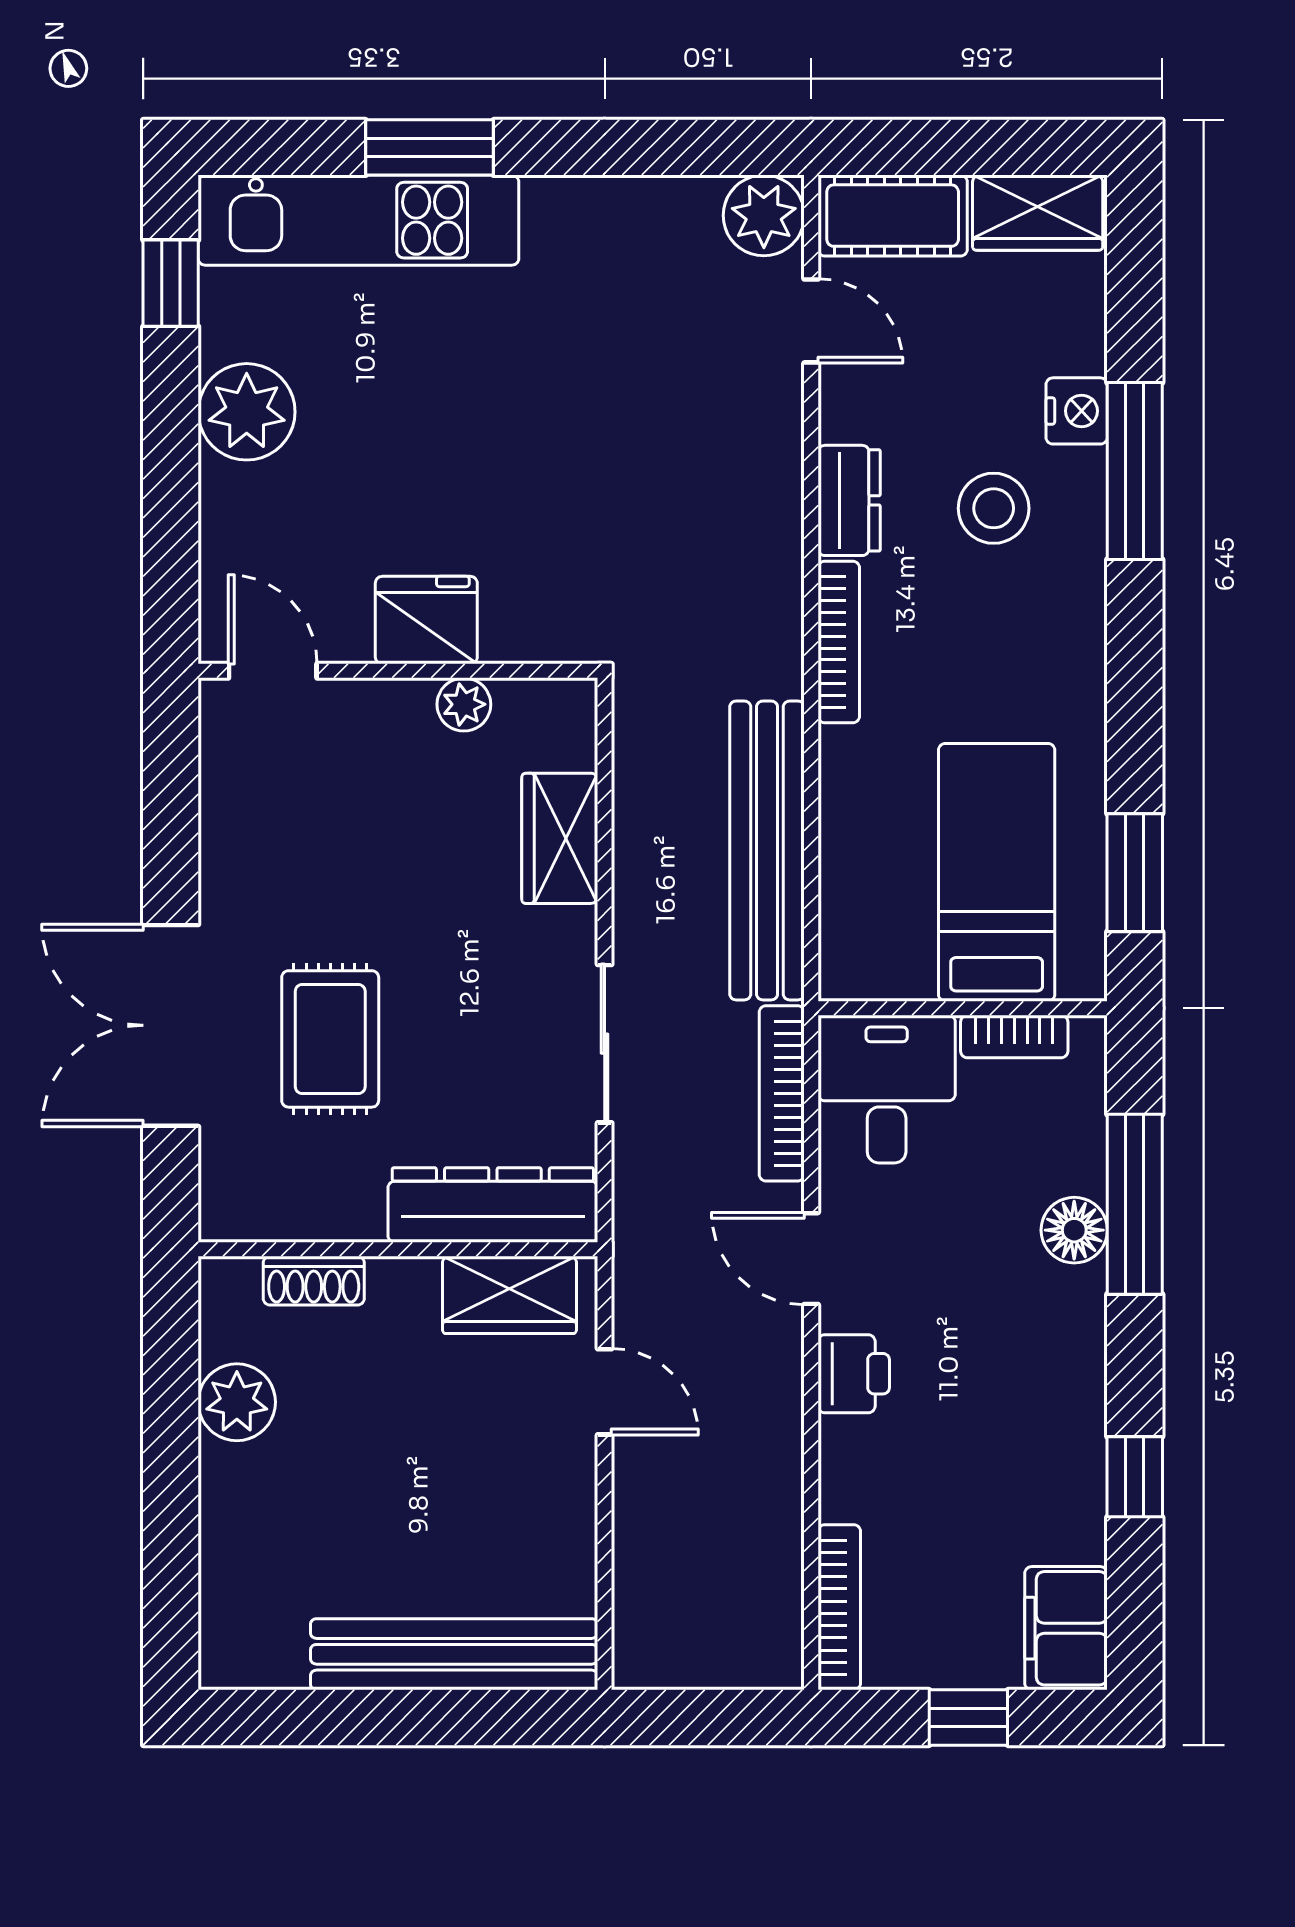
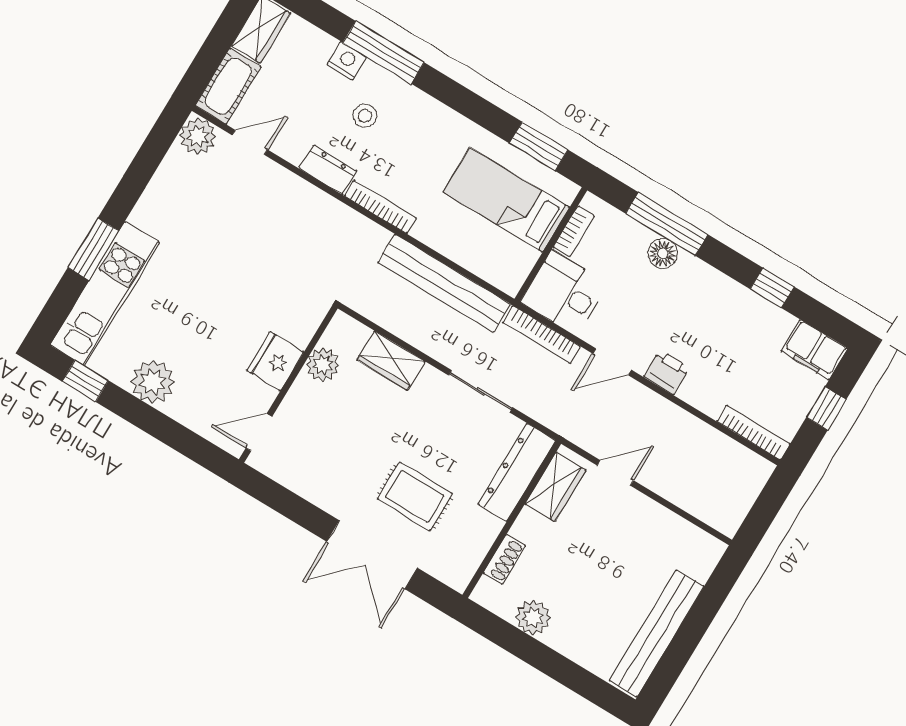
stool: (994, 508) -> (365, 116), width x0.73, depth x0.73
plant: (464, 704) -> (323, 365), width x1.38, depth x1.38
bench: (454, 1654) -> (657, 633), moved

